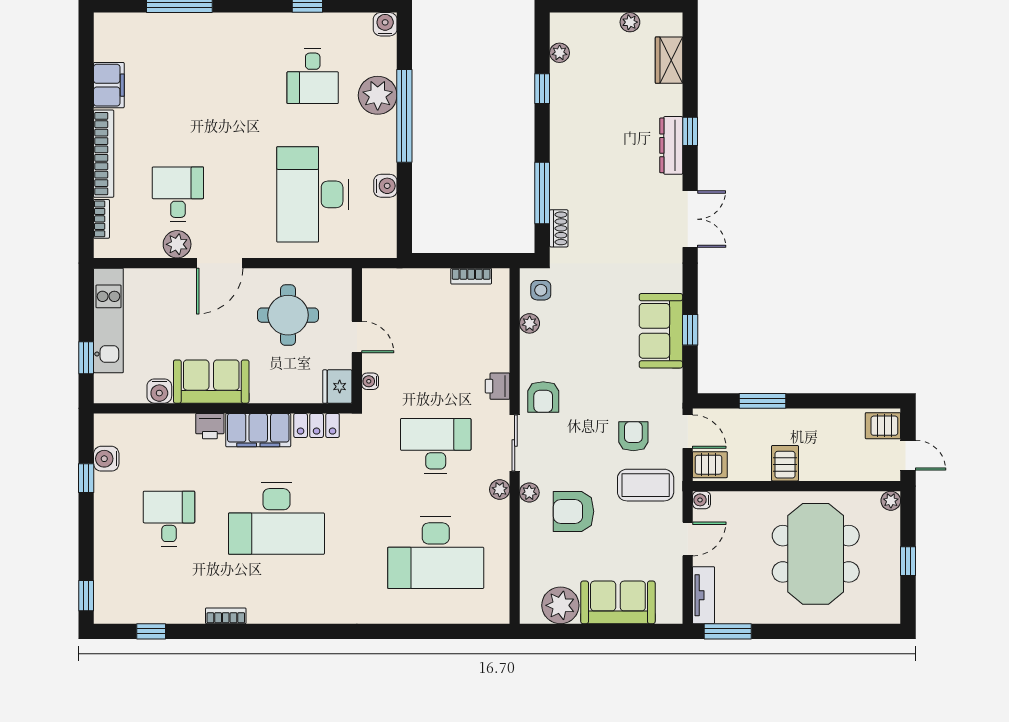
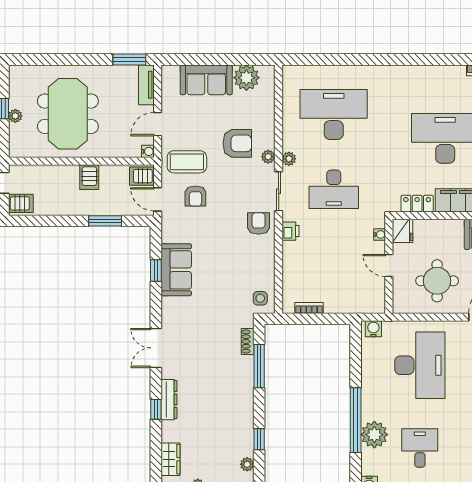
water cooler: (385, 186) -> (373, 329), moved, turned 90
plant: (530, 323) -> (268, 275), removed
plant: (891, 501) -> (15, 116), moved

